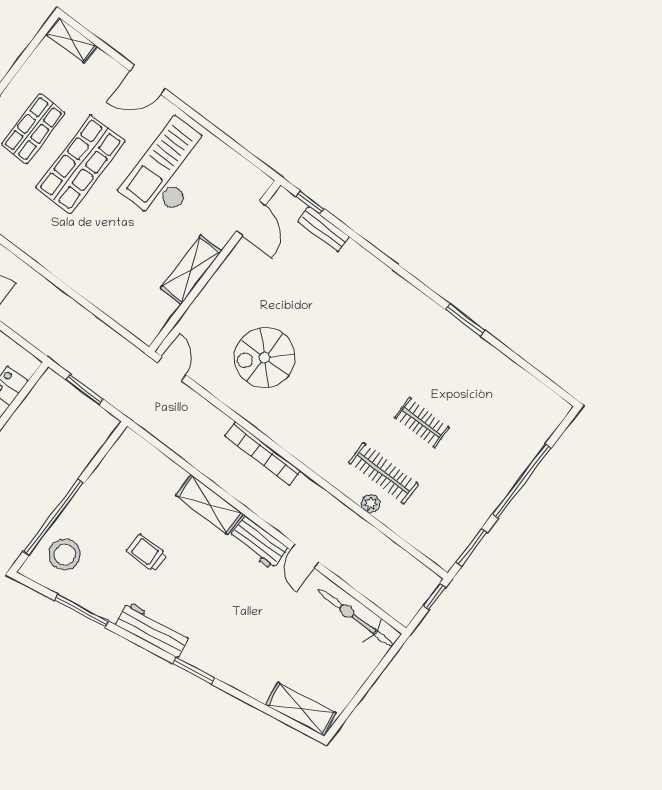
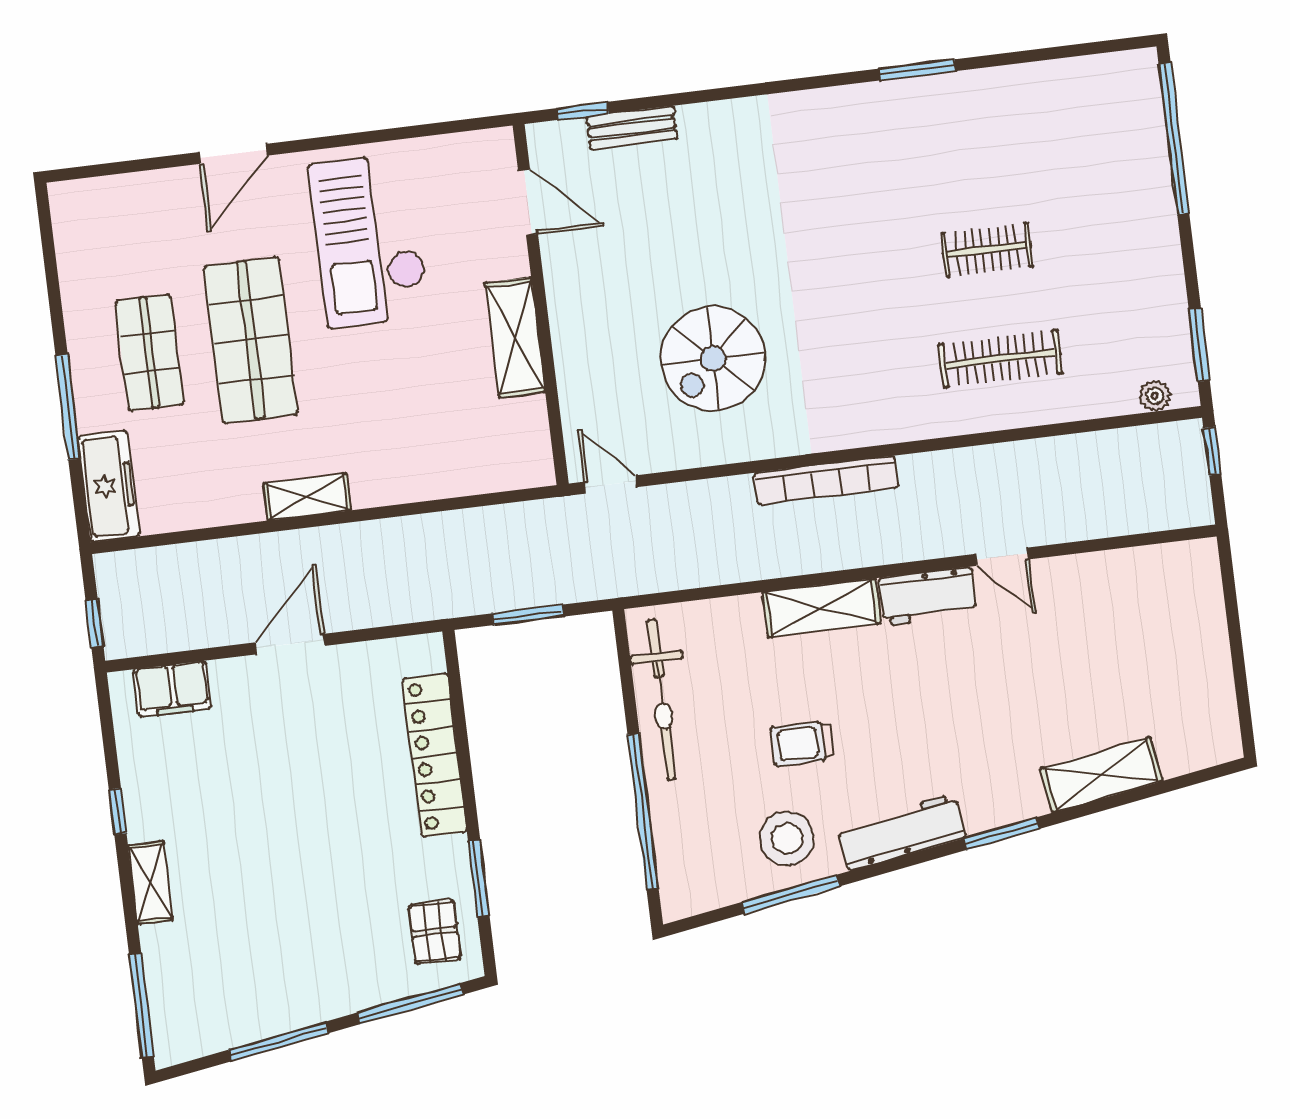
shelving: (71, 40) -> (307, 497), moved
window: (522, 481) -> (1174, 139), moved
plant: (371, 504) -> (1155, 396), moved
stool: (65, 554) -> (787, 838), moved
bicycle: (356, 618) -> (662, 700), moved, turned -90
shelving: (301, 709) -> (1101, 775), moved

